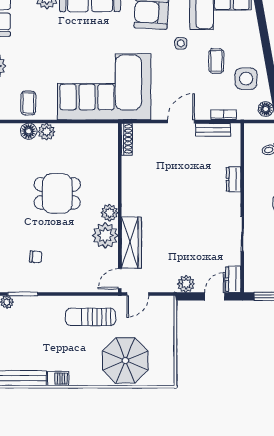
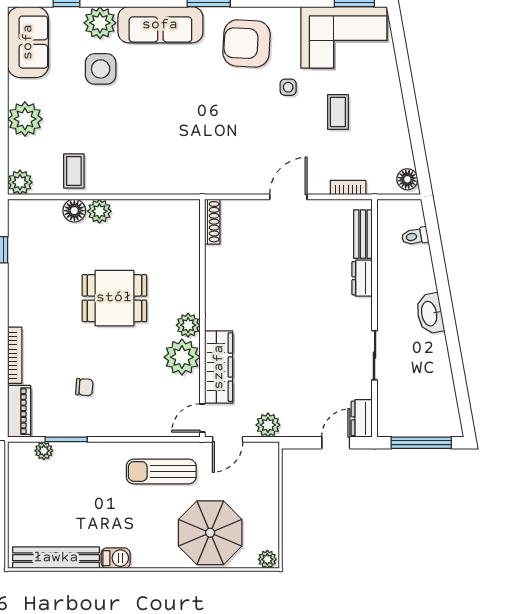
side table: (246, 79) -> (101, 69), moved
corner sofa: (104, 87) -> (181, 148), removed
bench: (213, 130) -> (363, 234), moved, turned 90
plant: (186, 284) -> (268, 425), moved
plant: (166, 379) -> (267, 559), added

